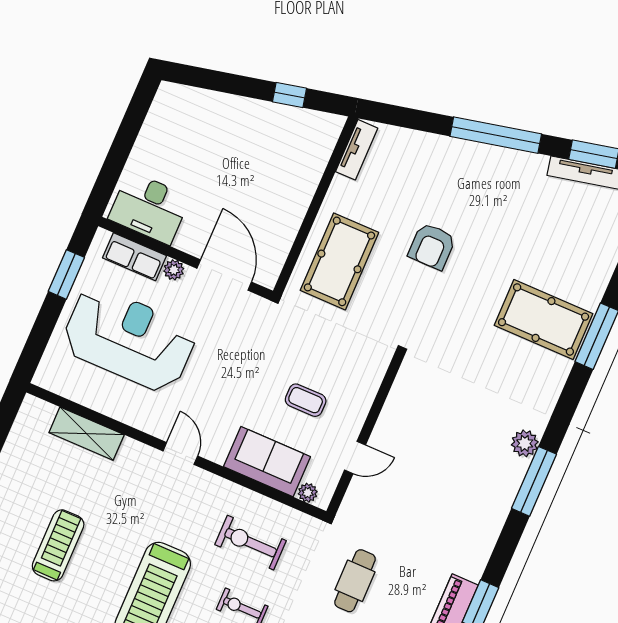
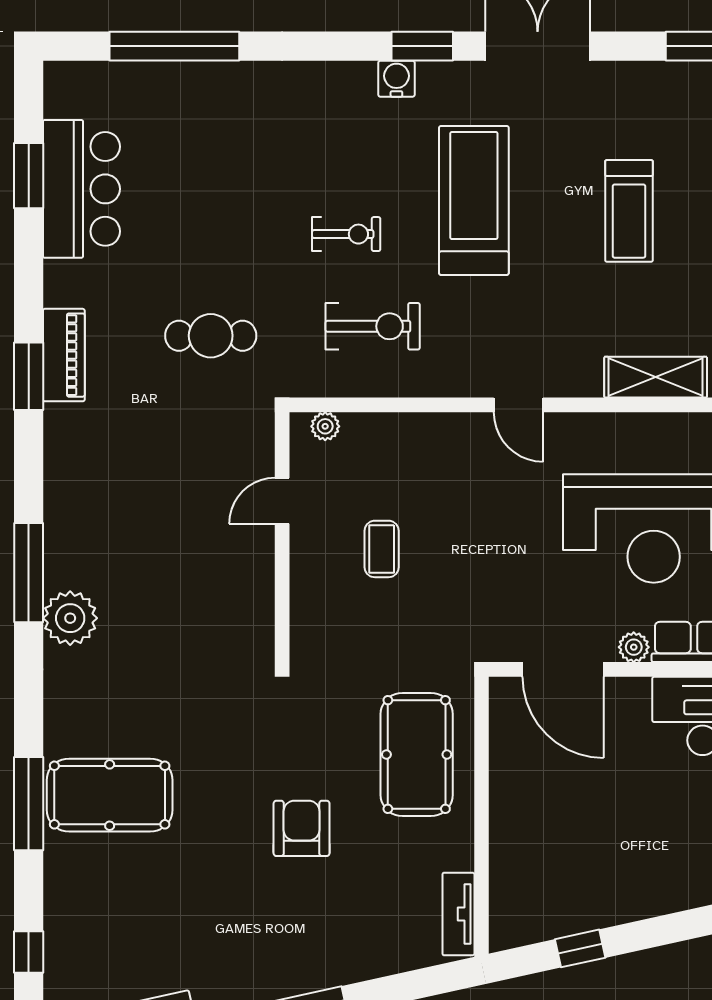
coffee table: (306, 400) -> (382, 549), turned 90
plant: (525, 443) -> (70, 618), width x1.36, depth x1.36
sofa: (267, 462) -> (398, 444), removed
cafe table: (355, 581) -> (211, 336), turned 90

